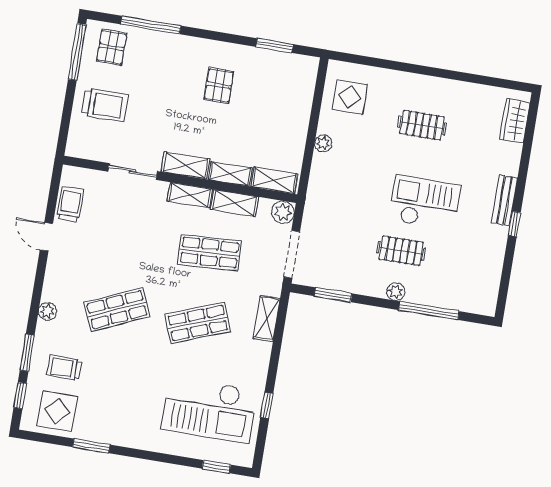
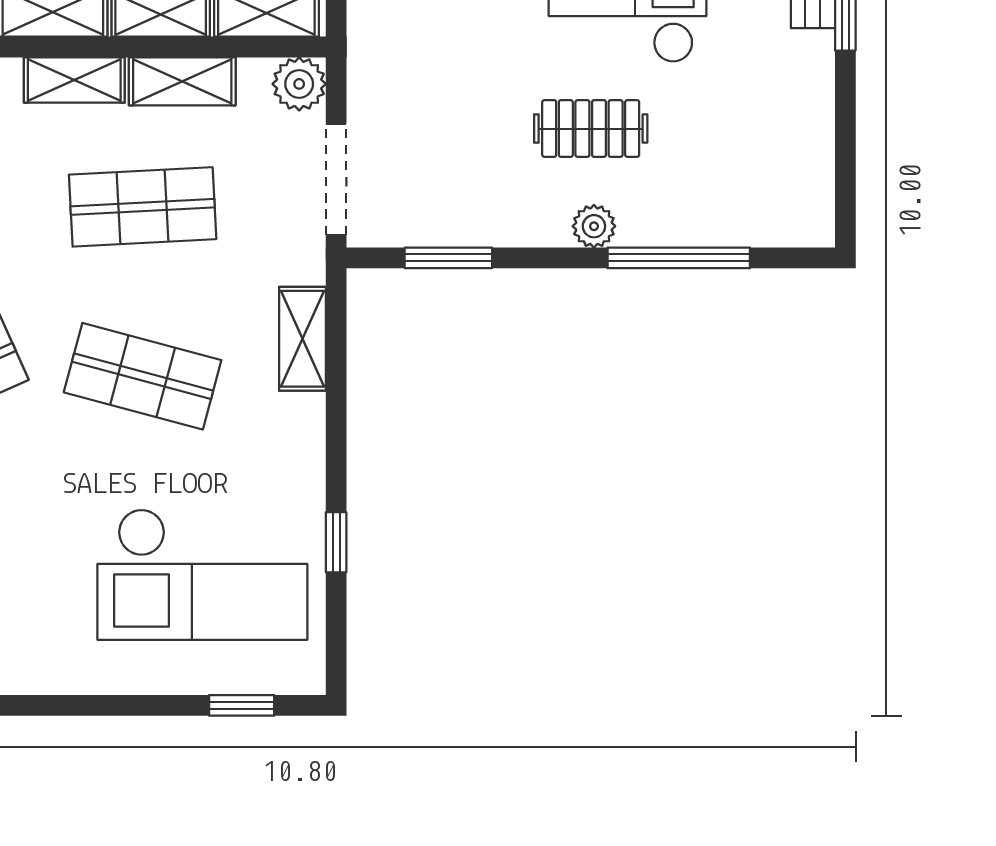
shop shelf: (198, 323) -> (143, 376), turned 36

